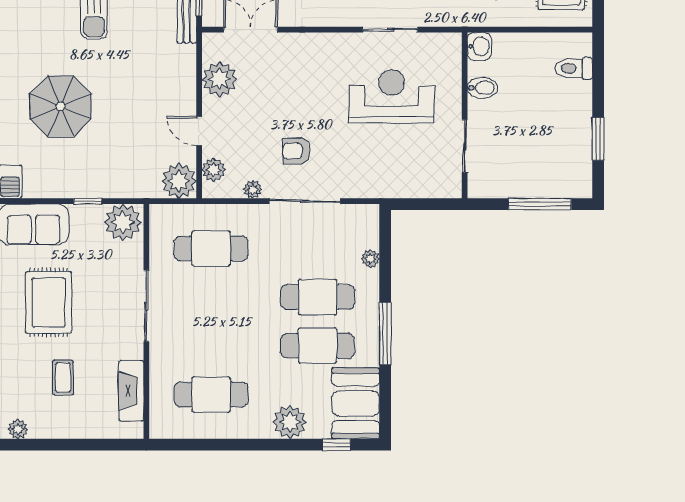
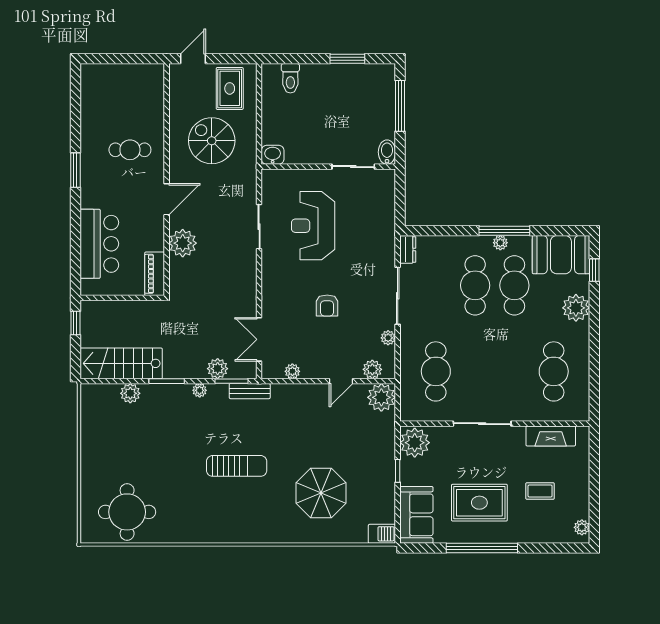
plant: (219, 79) -> (292, 371), width x0.53, depth x0.53
bidet: (483, 88) -> (387, 152), moved
armchair: (296, 151) -> (327, 305), moved
dresser: (362, 214) -> (408, 249), added
plant: (370, 259) -> (500, 243), moved

